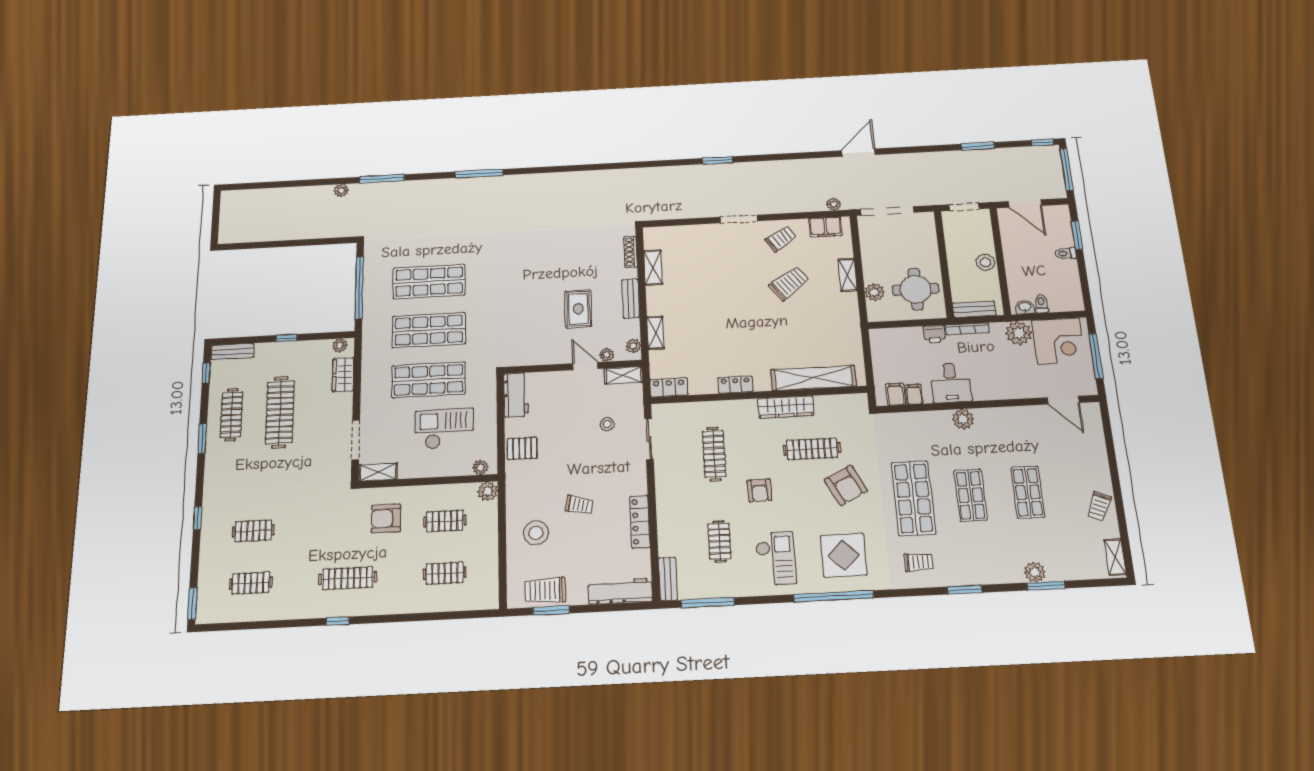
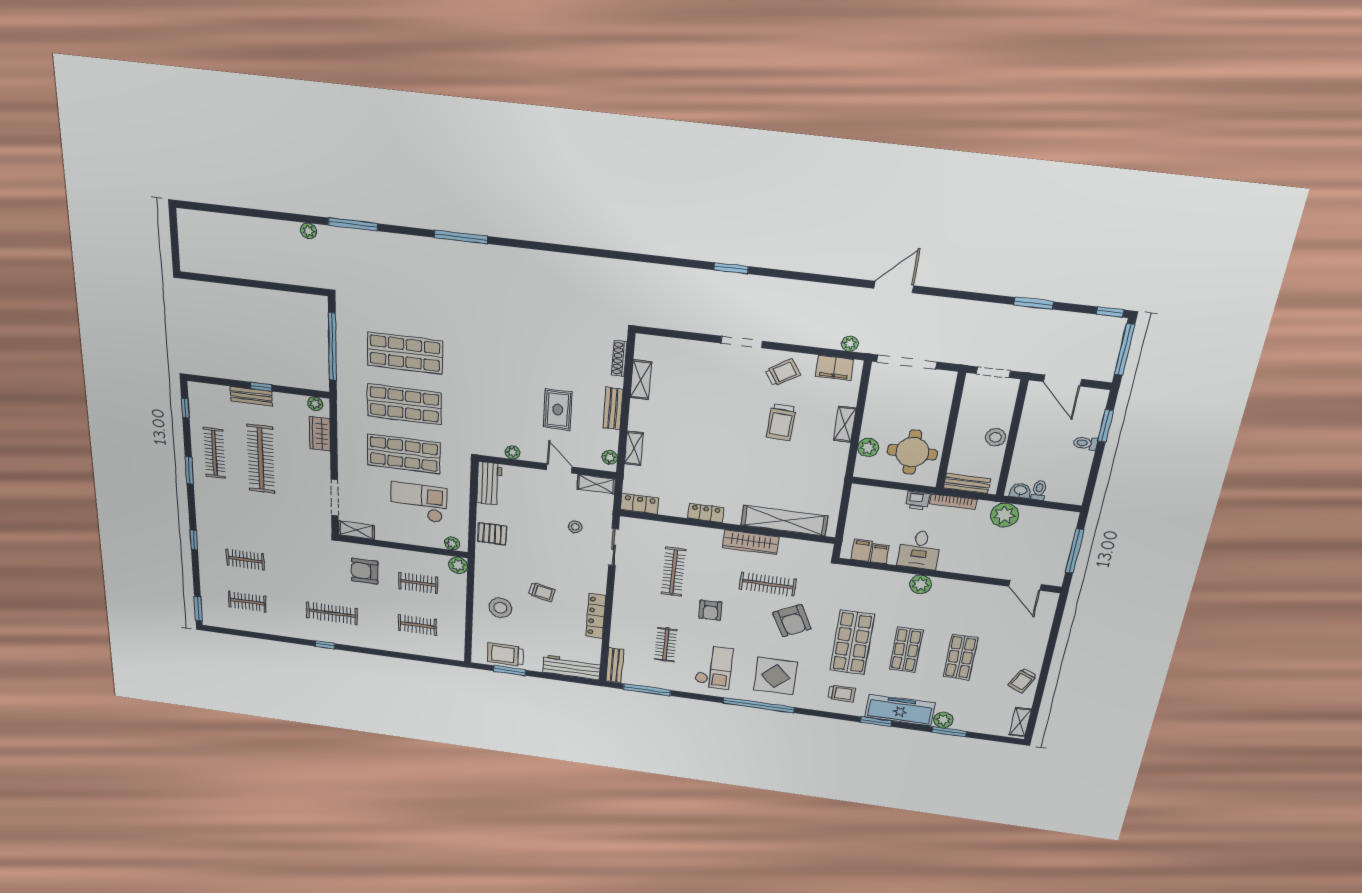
trolley: (789, 283) -> (781, 422), turned 129
corner desk: (1059, 341) -> (1042, 530), removed
bench: (233, 352) -> (251, 396), moved
plant: (607, 355) -> (513, 452), moved
freezer: (986, 570) -> (900, 710), added

